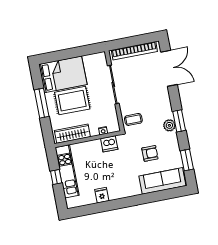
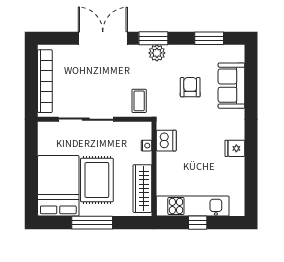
double door: (169, 68) -> (103, 38), moved
sofa: (162, 181) -> (231, 86), width x0.73
fridge: (102, 195) -> (235, 148), moved

